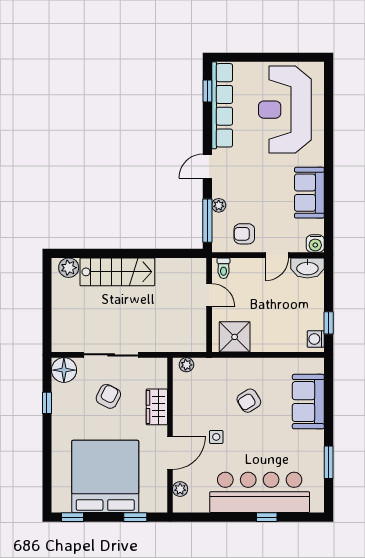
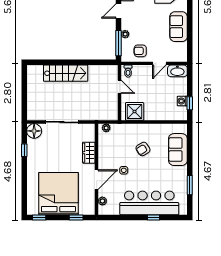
water cooler: (315, 244) -> (182, 57), removed
plant: (69, 268) -> (37, 71), removed
washing machine: (316, 339) -> (182, 101), moved
armchair: (108, 396) -> (60, 146), removed

